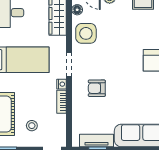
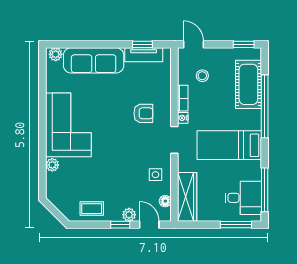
side table: (86, 33) -> (155, 175), width x0.54, depth x0.54
stool: (32, 126) -> (202, 76), moved

